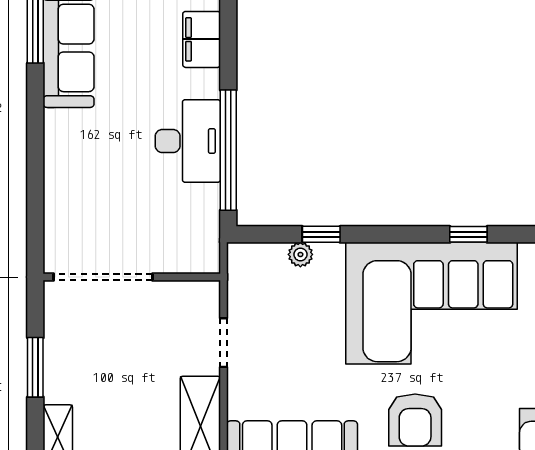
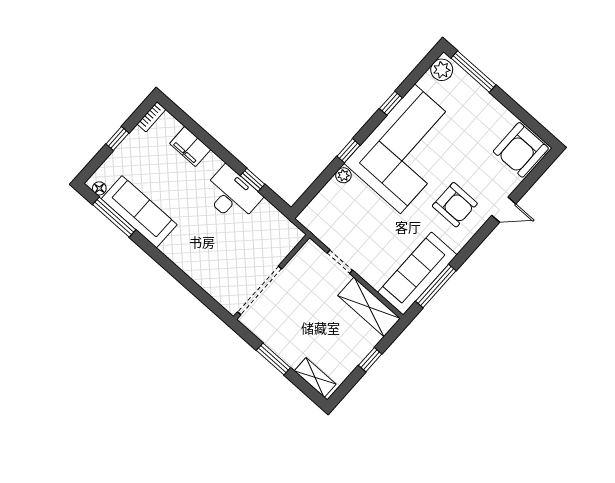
window: (228, 150) -> (253, 180), width x0.32
window: (321, 234) -> (349, 151), moved
plant: (300, 254) -> (343, 175), moved

